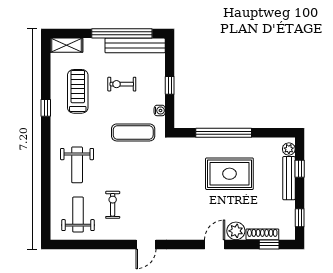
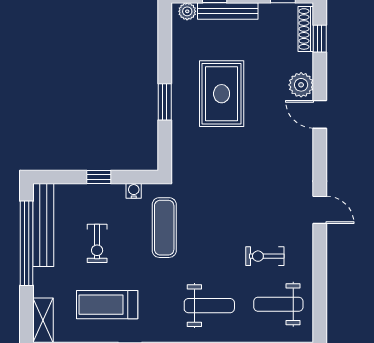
window: (224, 133) -> (165, 102), width x0.47
shoe rack: (262, 234) -> (306, 29), moved

